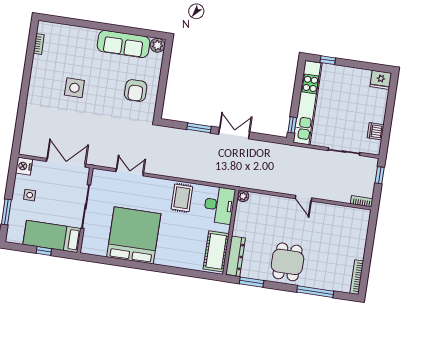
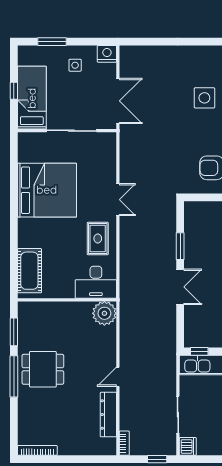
dishwasher: (376, 131) -> (188, 446), moved, turned 90
double door: (130, 172) -> (118, 200), moved
plant: (243, 196) -> (104, 313), width x1.87, depth x1.87
rug: (182, 198) -> (98, 239), turned 90
cot: (216, 251) -> (29, 271), moved, turned 90
dresser: (236, 256) -> (108, 415), moved, turned 90
window: (315, 292) -> (14, 376), moved

